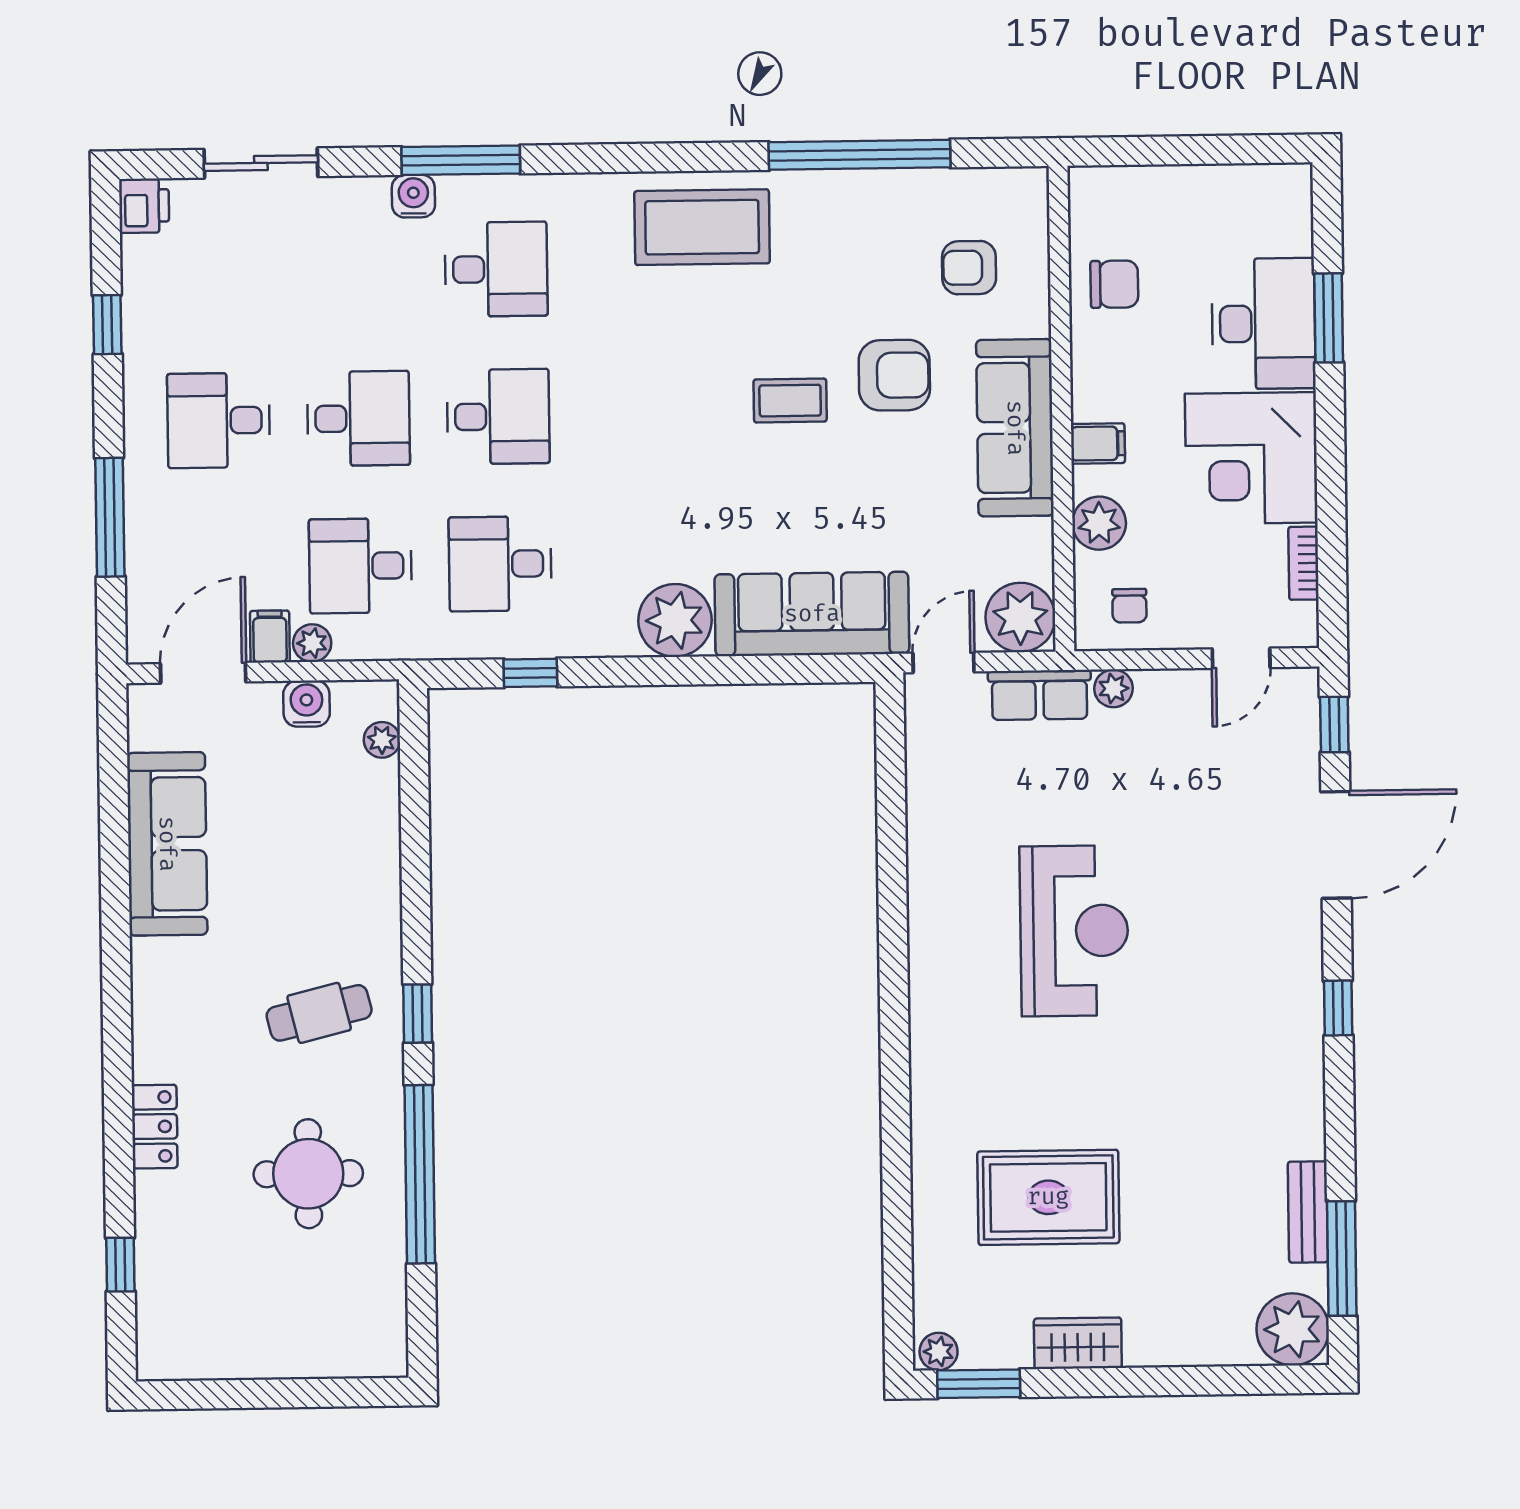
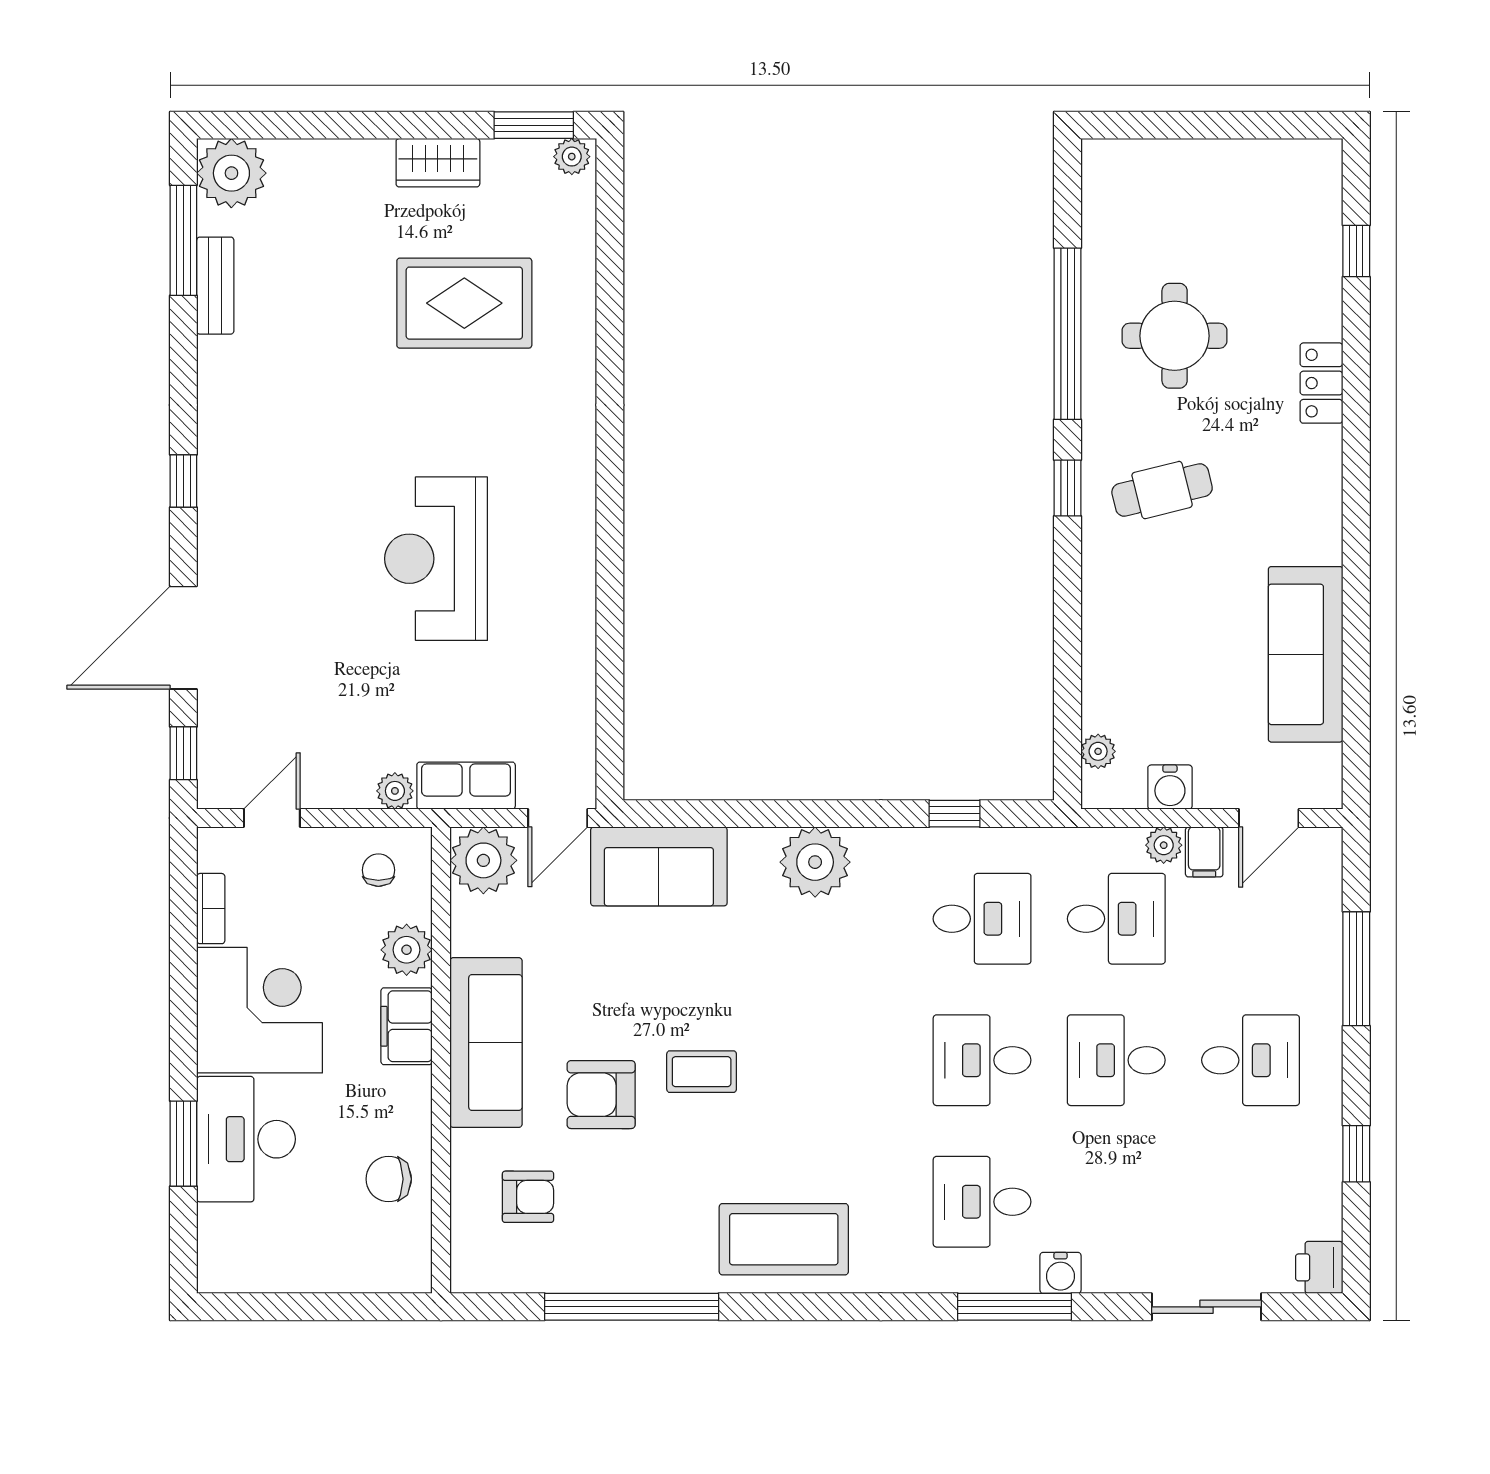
filing cabinet: (1098, 443) -> (407, 1026), width x2.00
sofa: (812, 614) -> (659, 866), width x0.73
door: (203, 673) -> (1269, 818), width x0.73

